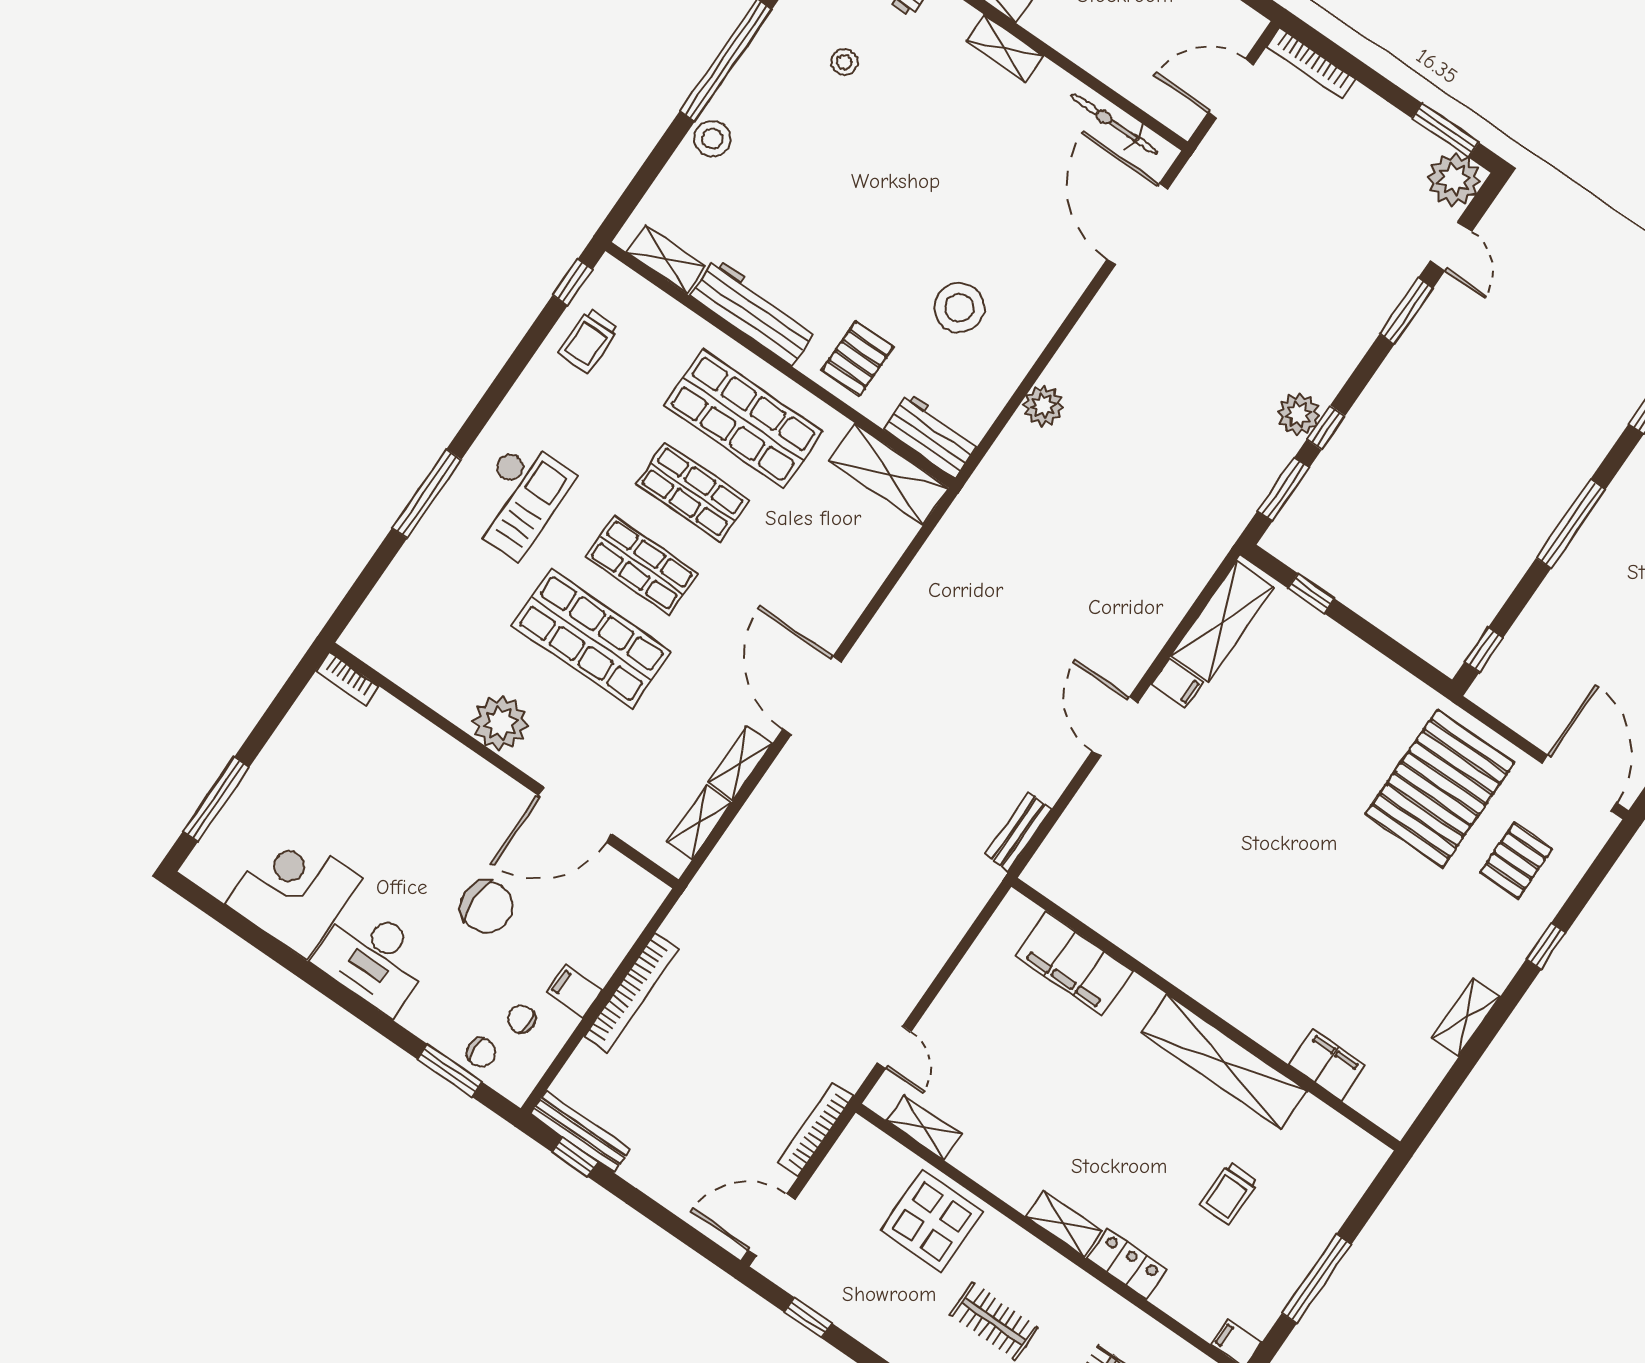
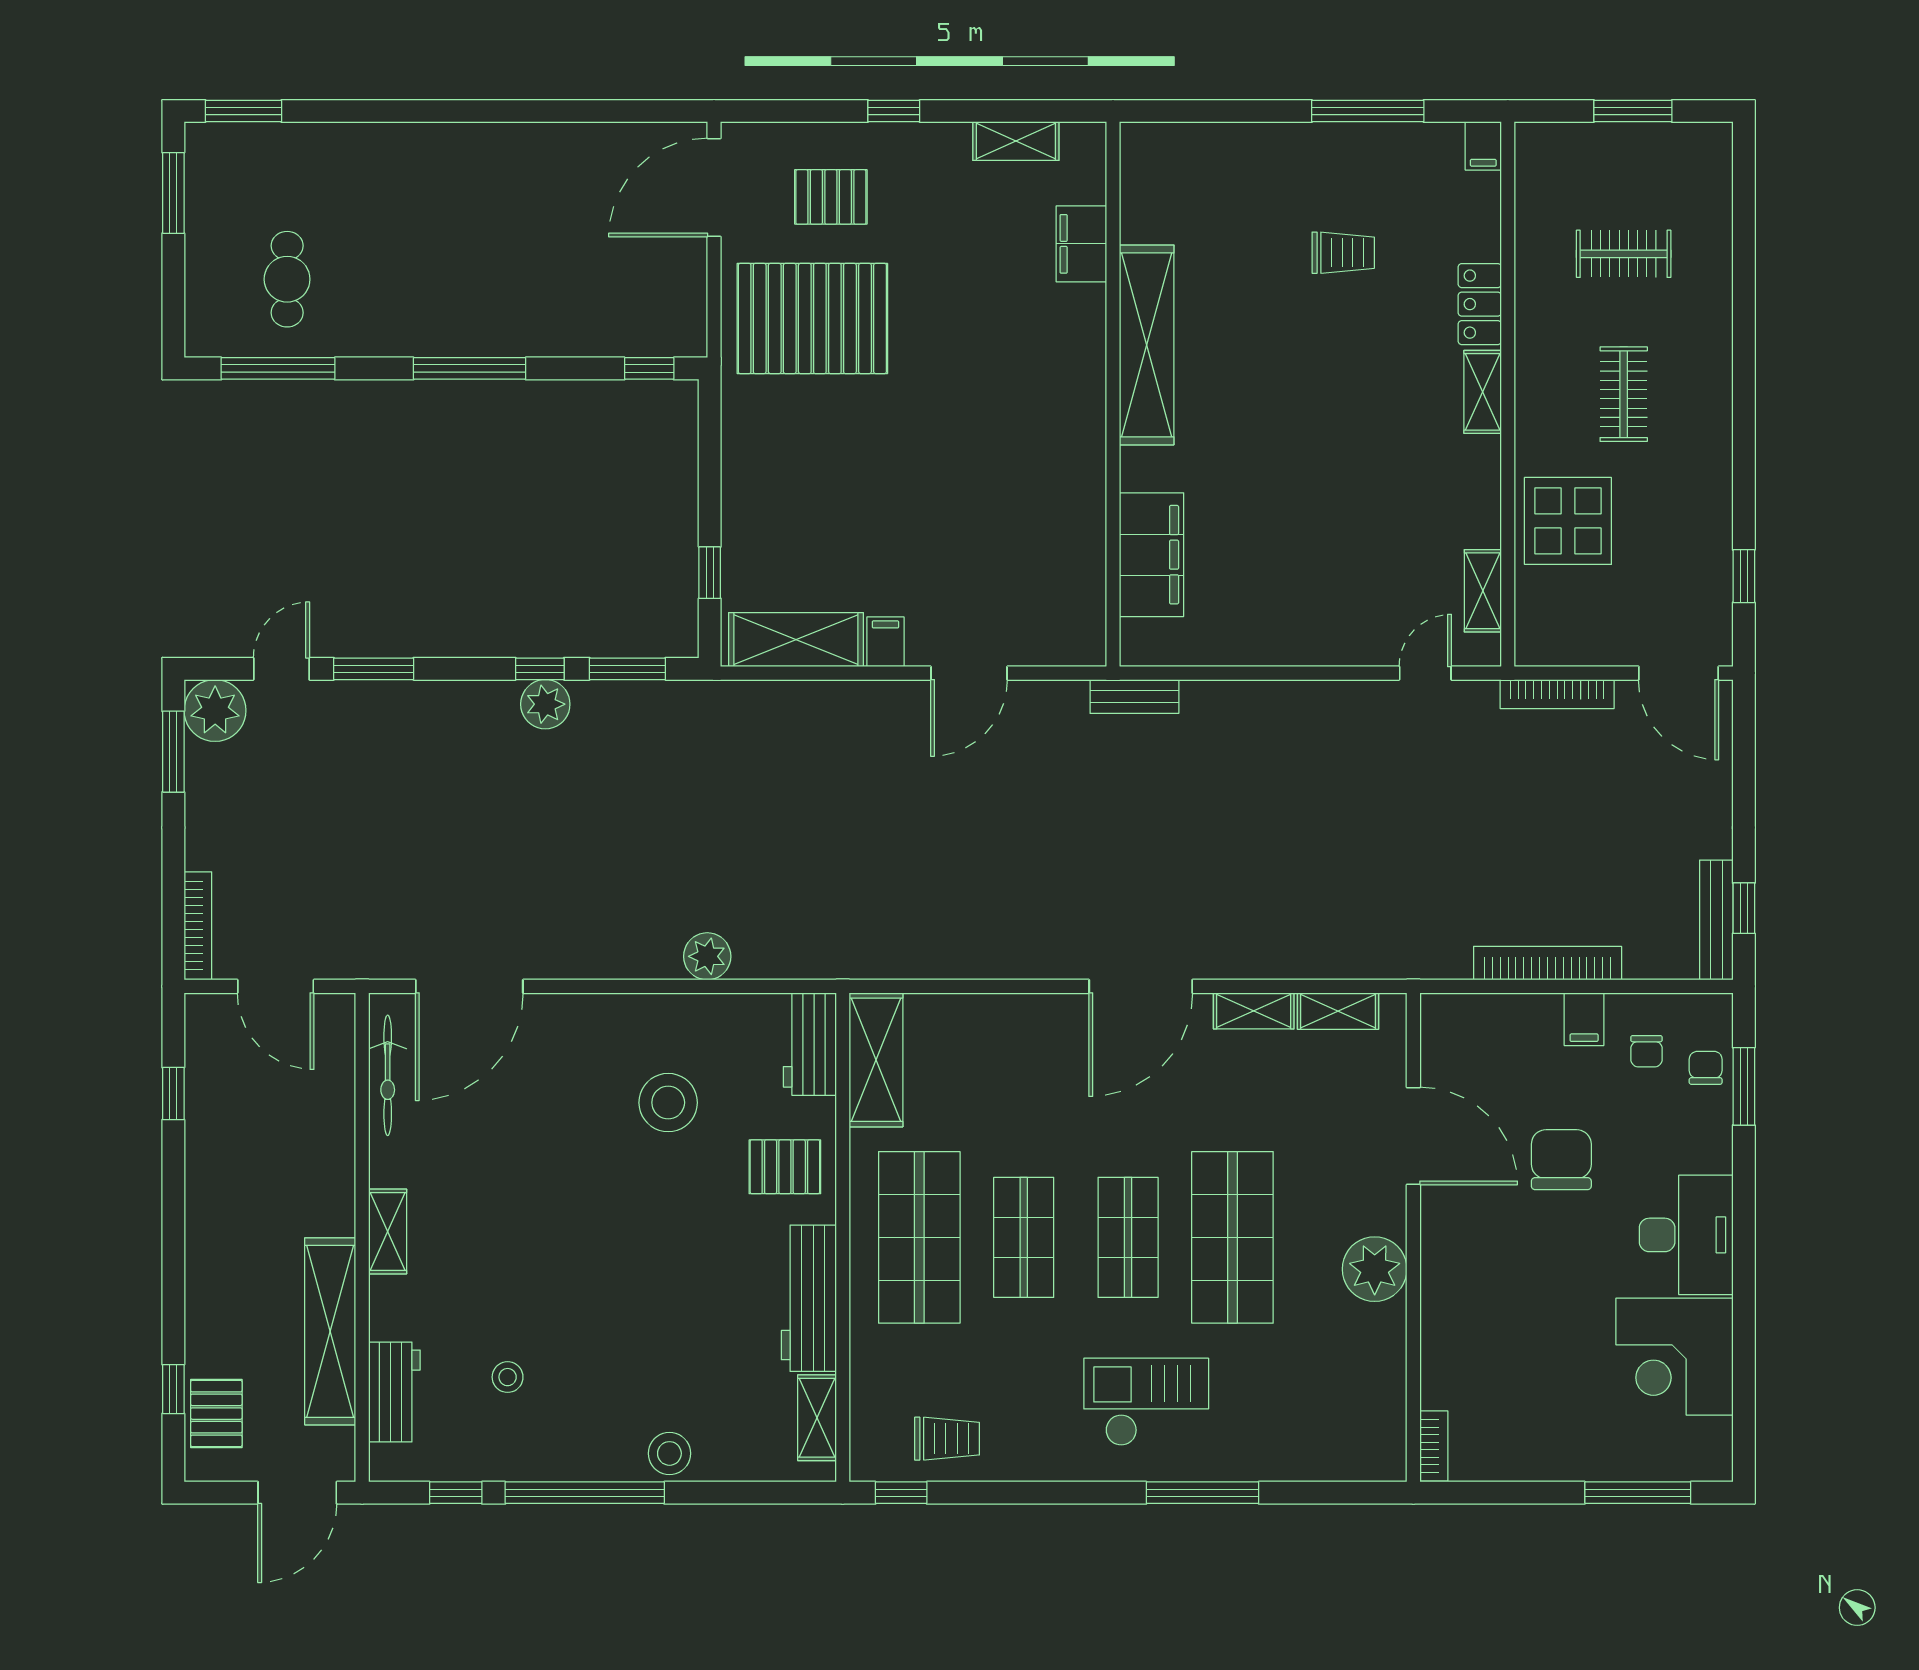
filing cabinet: (1074, 964) -> (1152, 555), moved
wall: (1206, 1014) -> (1113, 394), moved
shelving: (1224, 1062) -> (1147, 345), moved
filing cabinet: (1327, 1065) -> (1081, 244), moved

